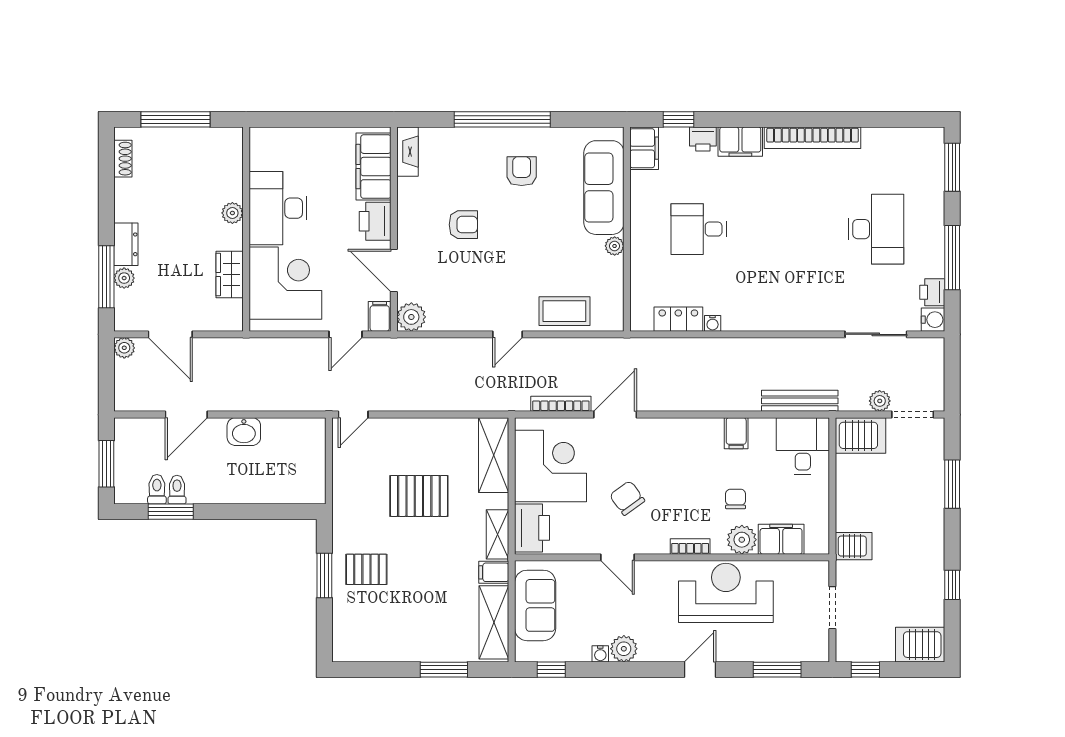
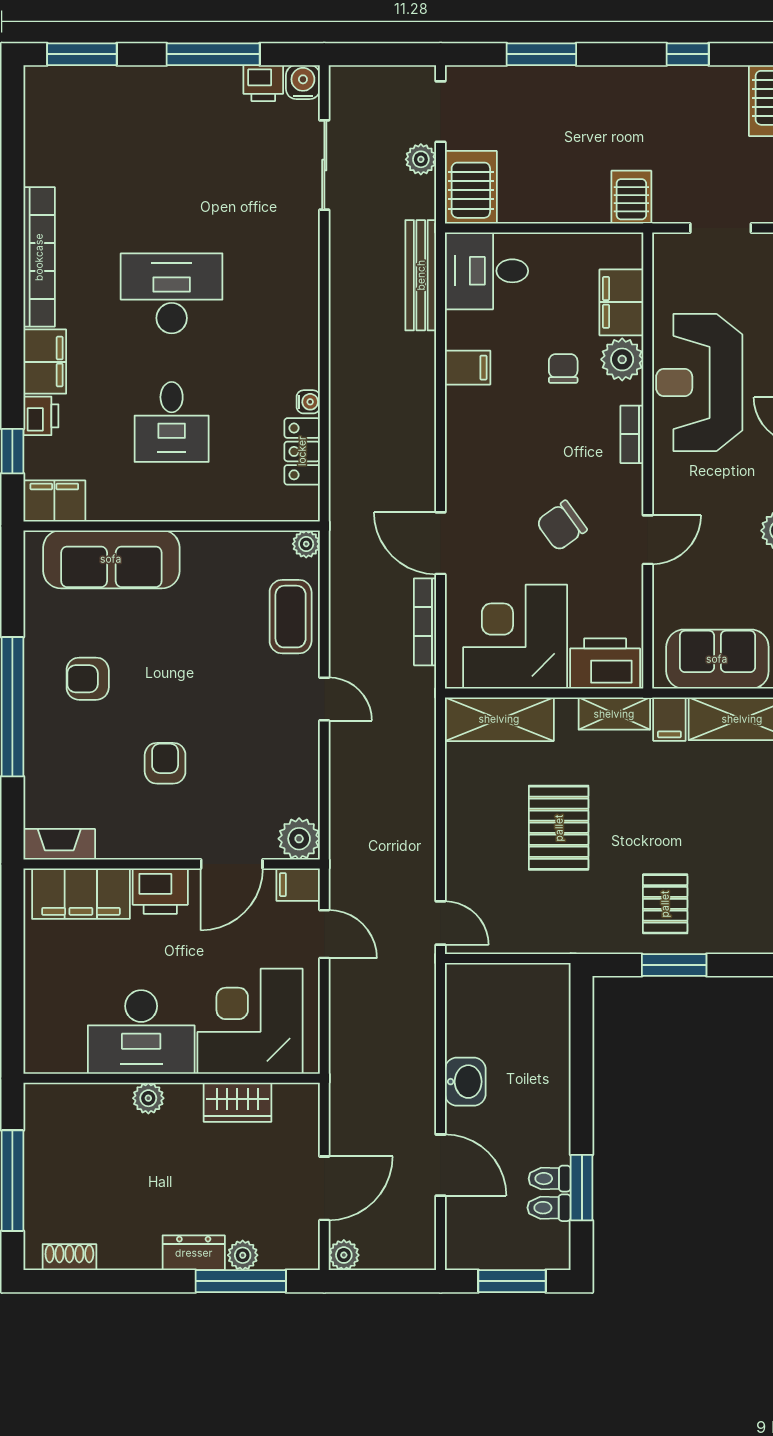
desk: (876, 229) -> (172, 293), moved
plant: (615, 246) -> (306, 544), moved
chair: (736, 499) -> (563, 368), turned 90

